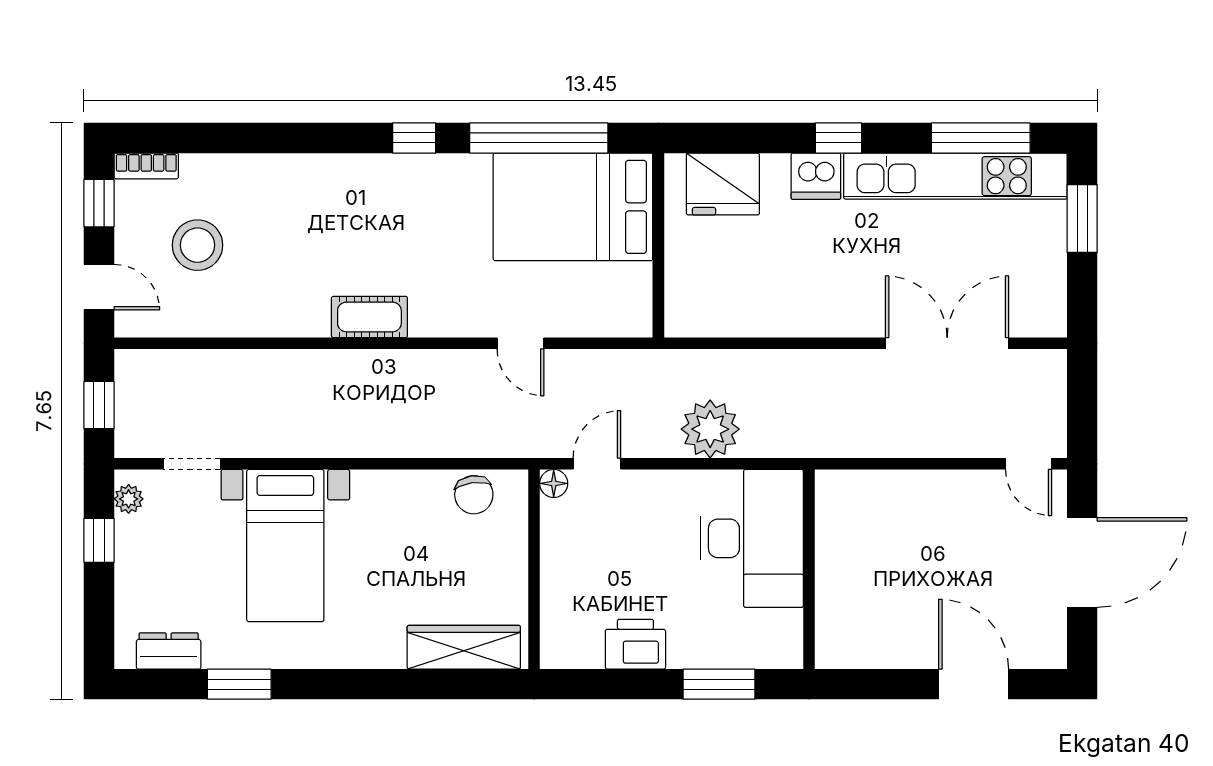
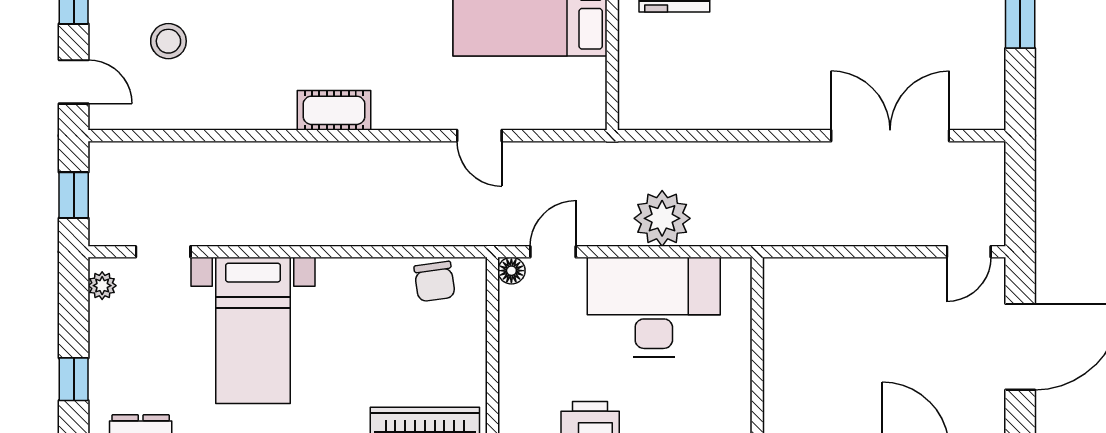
stool: (197, 245) -> (168, 41), width x0.73, depth x0.73
door: (1029, 464) -> (969, 252), hinge flipped
desk: (752, 538) -> (654, 307), moved, turned -90
window: (99, 540) -> (74, 379), moved

